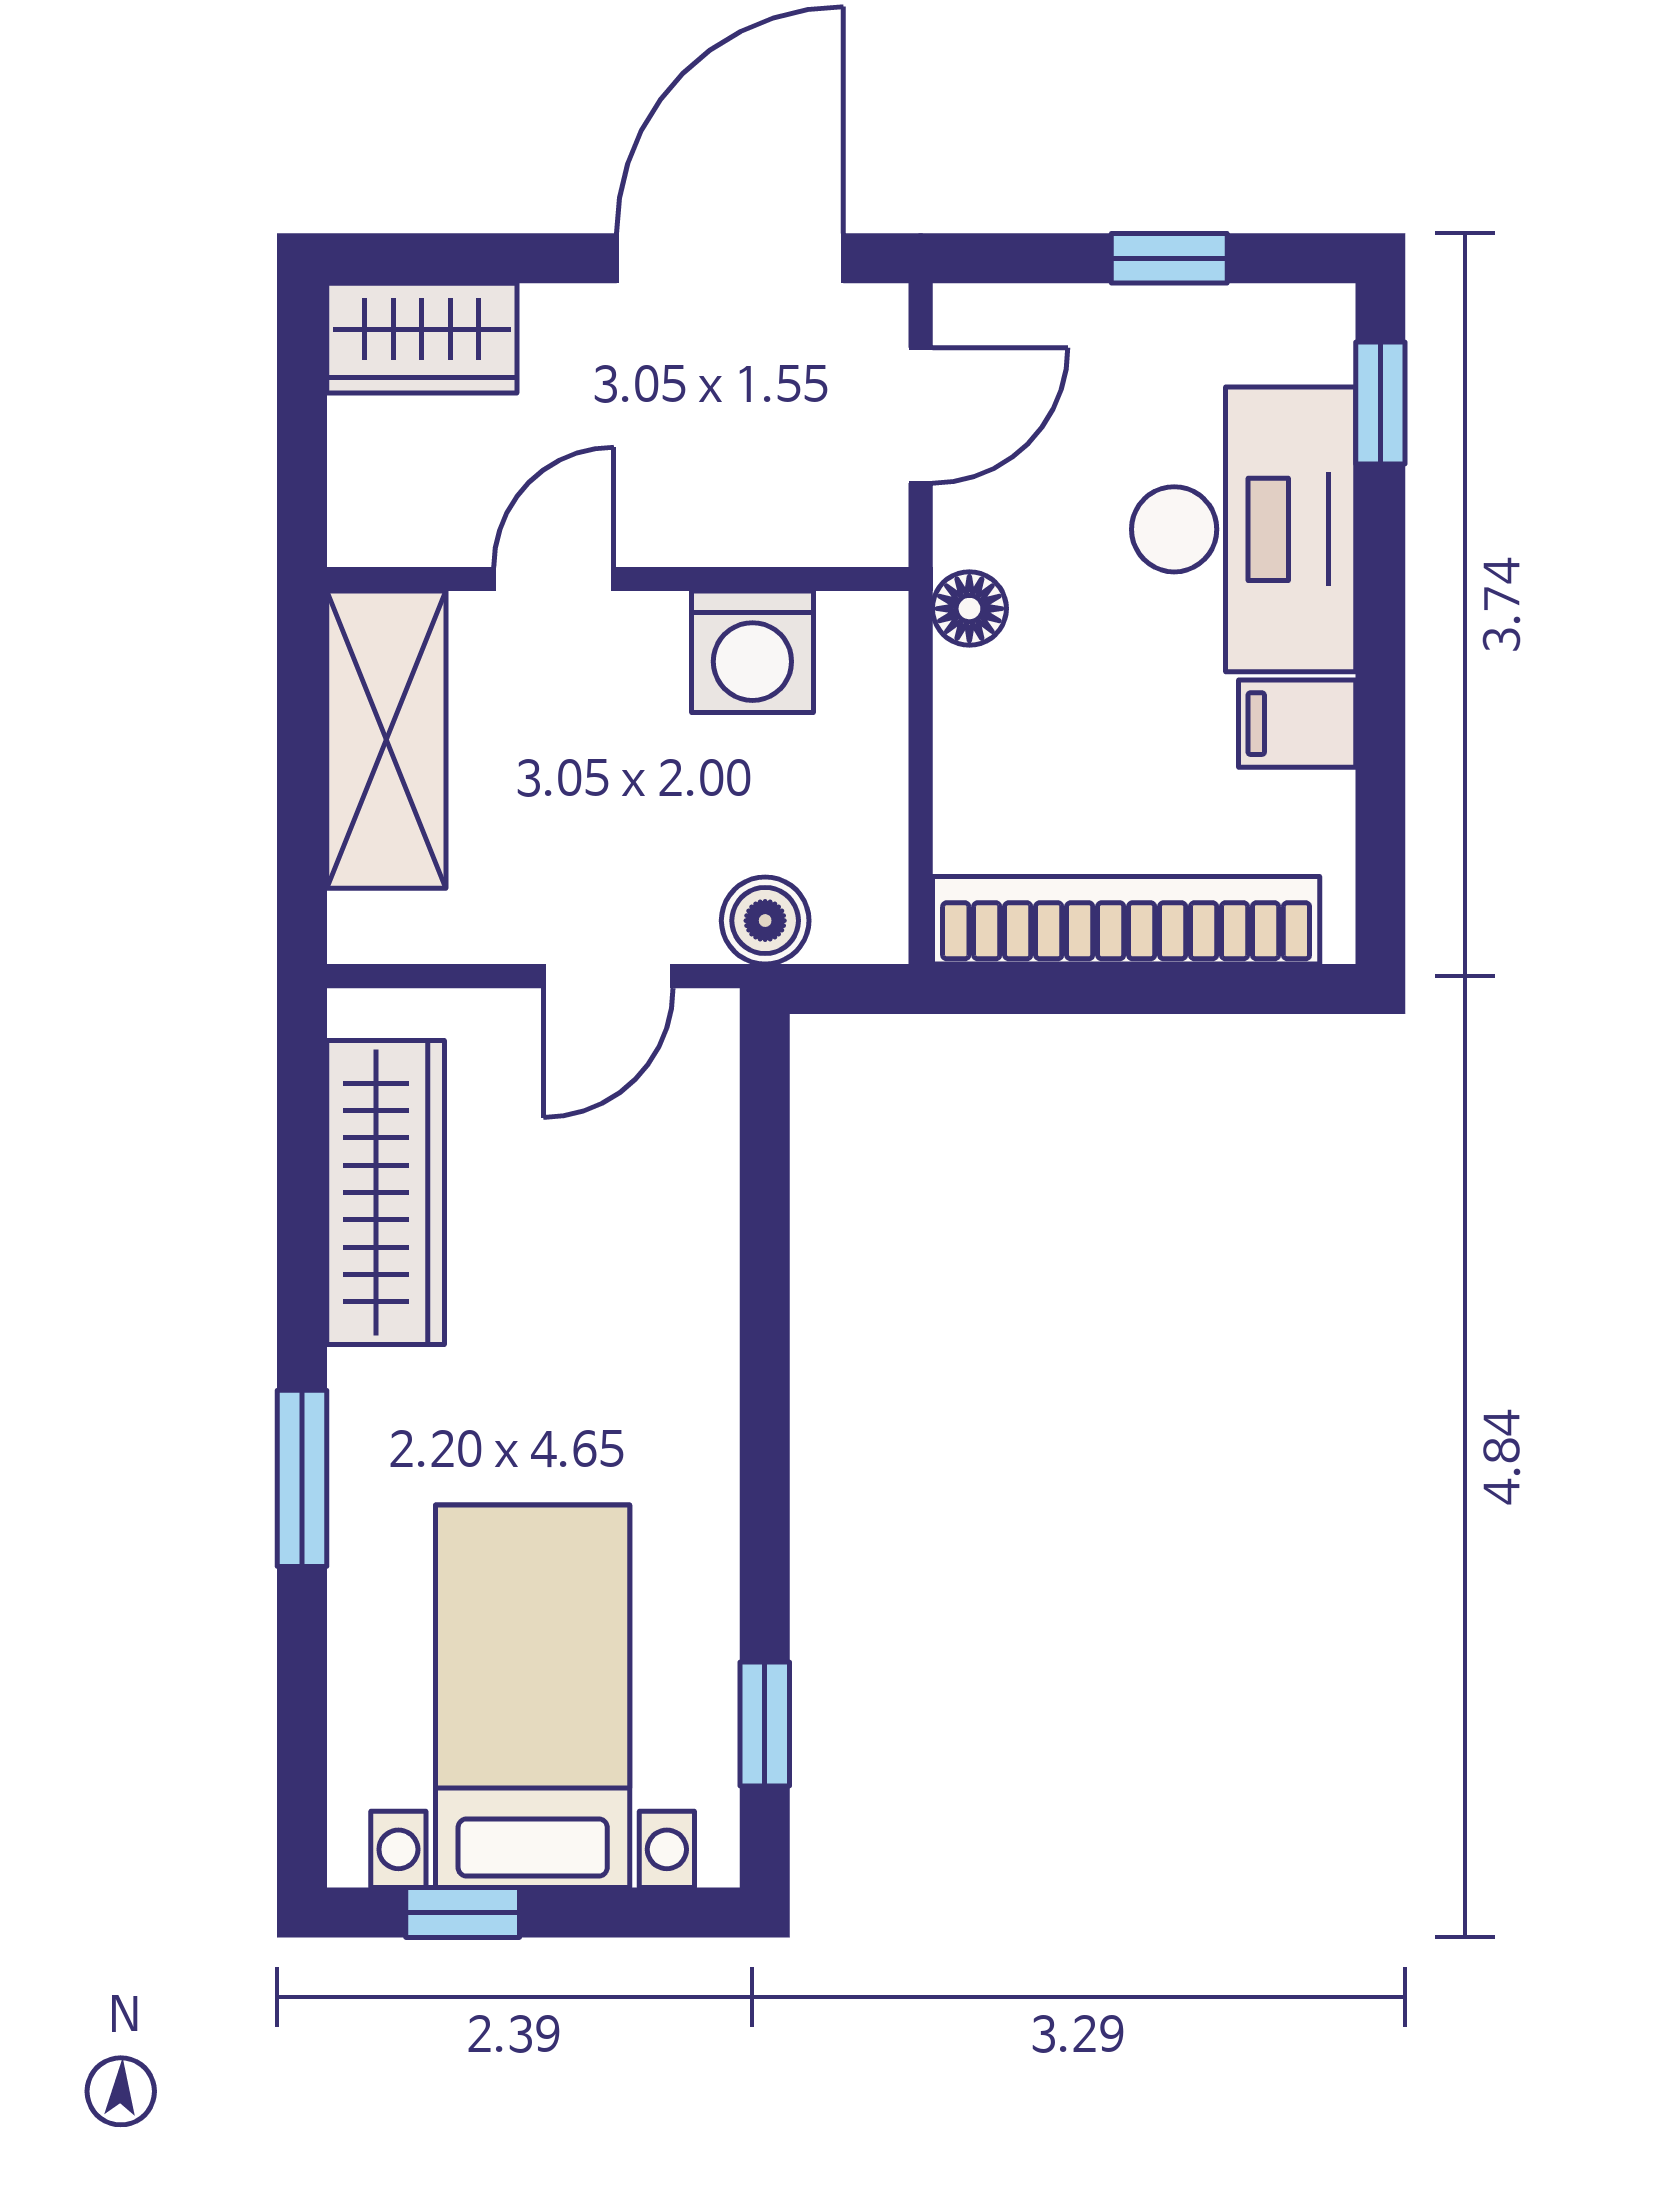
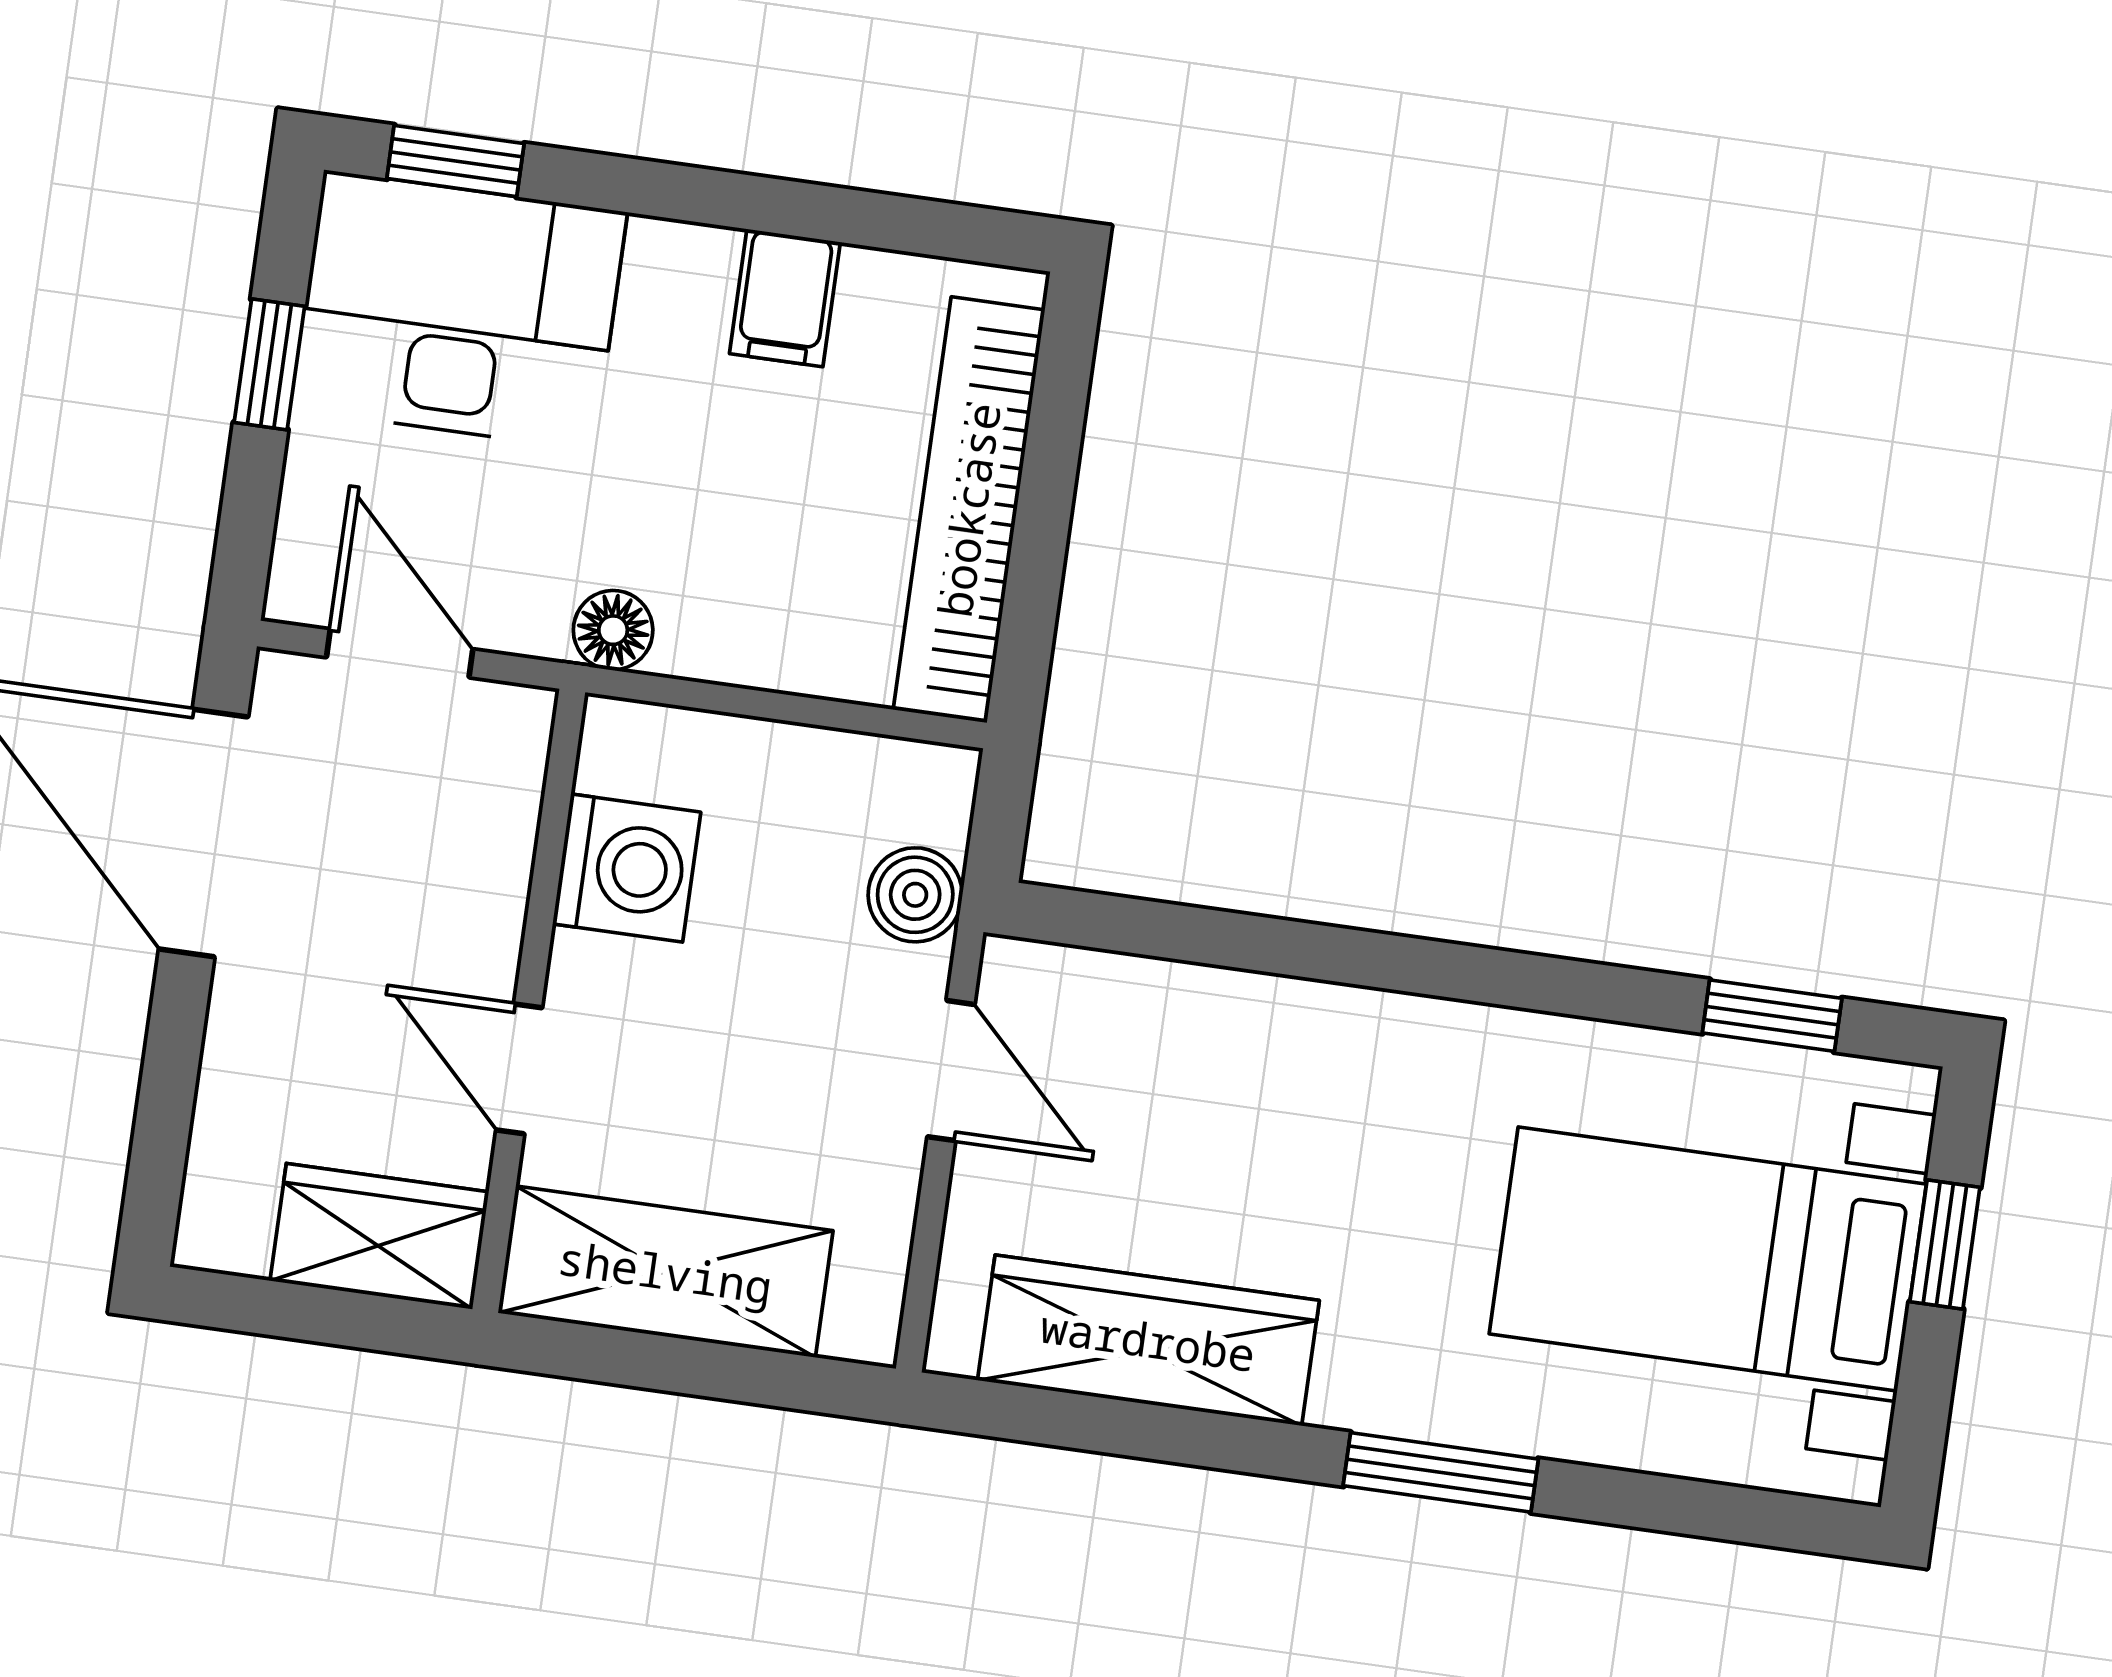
wardrobe: (422, 338) -> (379, 1236), moved, turned -90
desk: (1244, 529) -> (459, 310), moved
window: (463, 1913) -> (1945, 1245), moved

